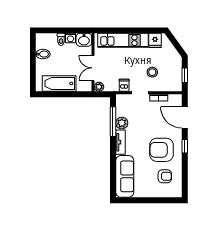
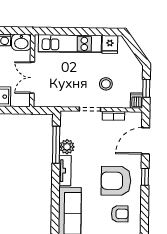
dishwasher: (124, 85) -> (137, 101), moved
plant: (99, 87) -> (39, 101), removed
door: (185, 117) -> (146, 141), hinge flipped

